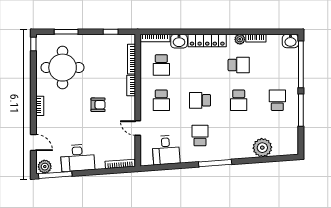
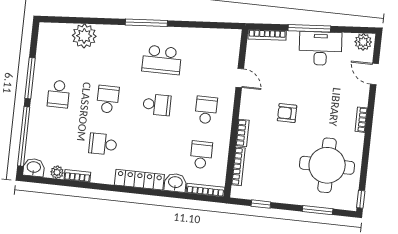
plant: (240, 39) -> (57, 172), moved
school desk: (200, 136) -> (162, 60), width x1.85
desk: (166, 150) -> (207, 46), removed
window: (55, 175) -> (309, 28), moved

